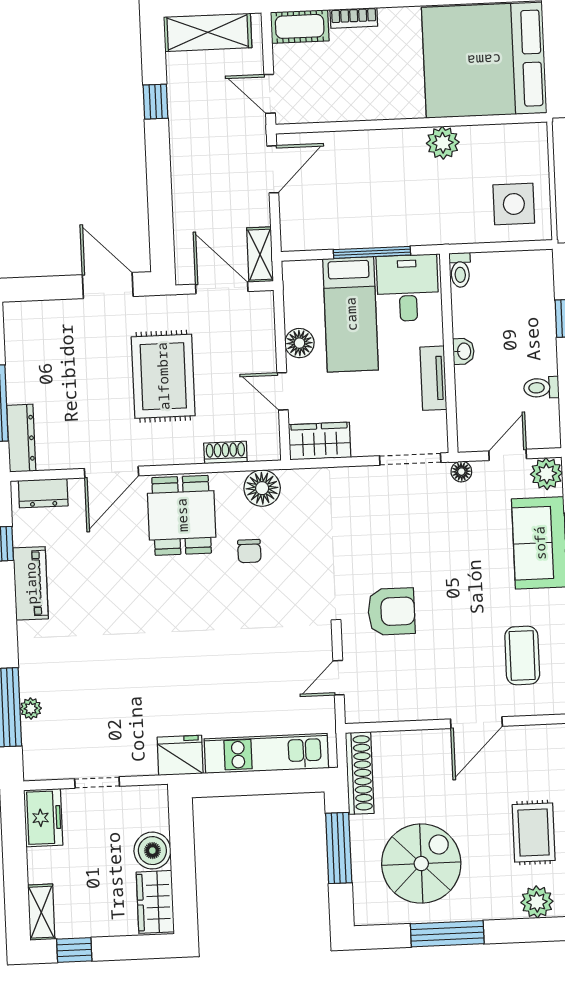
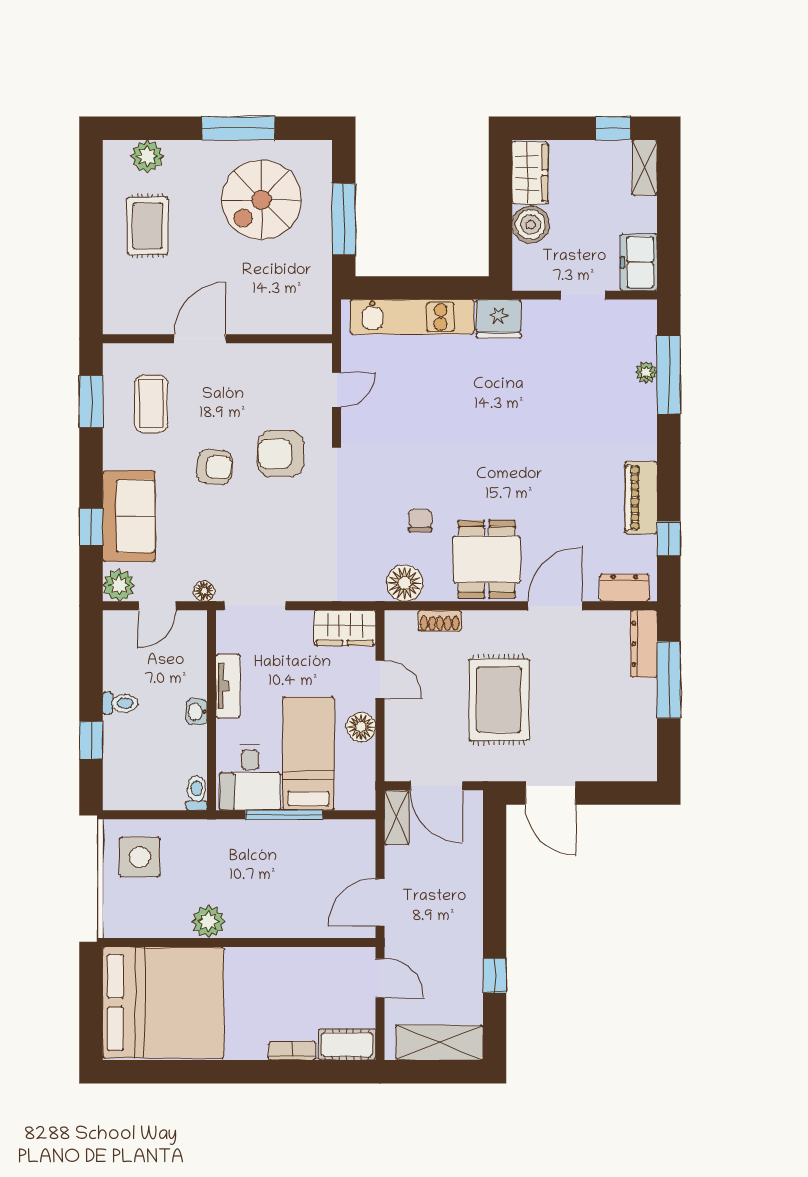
toilet: (541, 388) -> (120, 703), moved
armchair: (456, 596) -> (215, 467), added
shoe rack: (360, 773) -> (319, 293), removed

